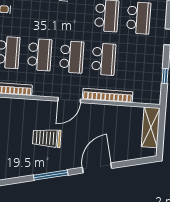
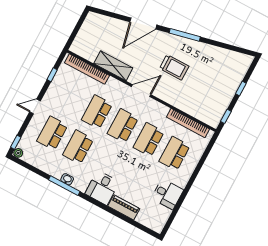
bookcase: (108, 96) -> (87, 69), moved
shelving: (151, 127) -> (113, 66), moved, turned 90

